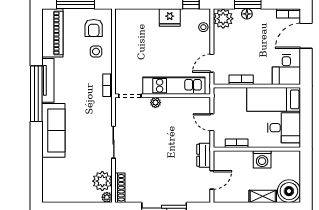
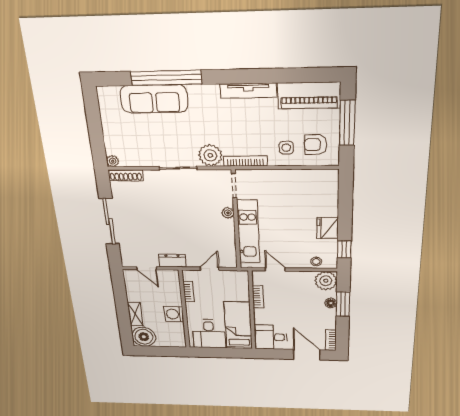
bookcase: (108, 85) -> (245, 161), width x1.56
window: (36, 94) -> (166, 78), moved
sofa: (53, 130) -> (154, 99), moved
plant: (102, 181) -> (210, 155), moved

